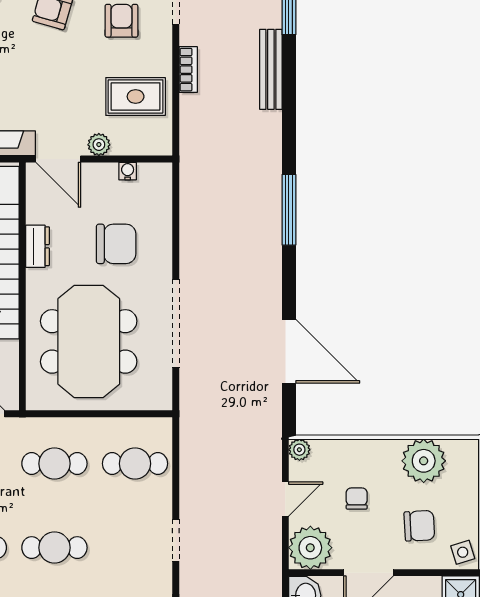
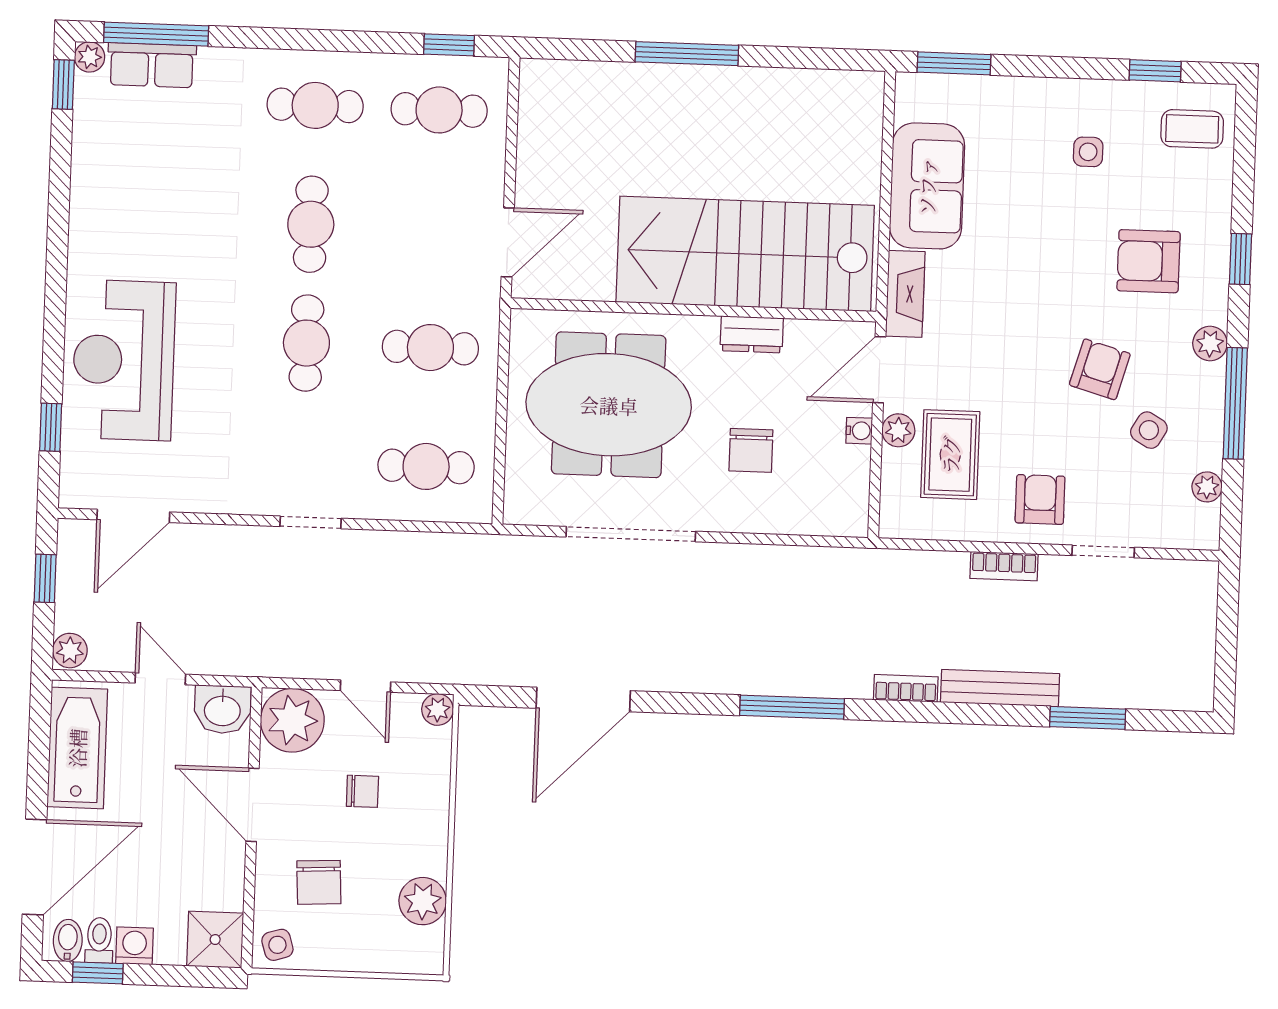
armchair: (121, 21) -> (1040, 500), moved, turned -90
rug: (136, 96) -> (950, 455), moved
bookcase: (273, 133) -> (906, 688), added
water cooler: (128, 171) -> (859, 431), moved
chair: (116, 244) -> (751, 450), width x0.73, depth x0.73
plant: (424, 461) -> (423, 901), width x0.73, depth x0.73
cafe table: (54, 464) -> (430, 348), turned 90
cafe table: (135, 464) -> (426, 466), turned 90

